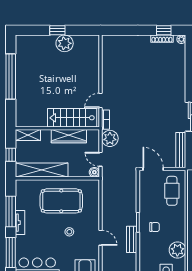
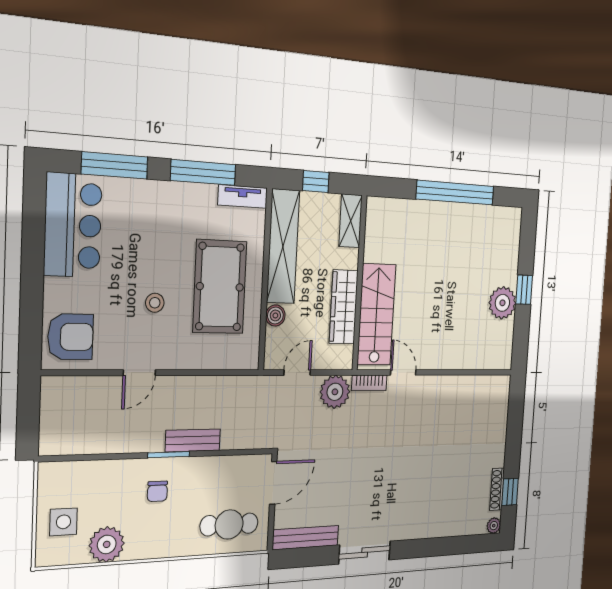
boiler: (94, 172) -> (275, 315), moved
tv unit: (20, 223) -> (243, 196), moved
bench: (132, 239) -> (193, 440), moved

